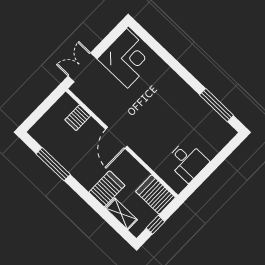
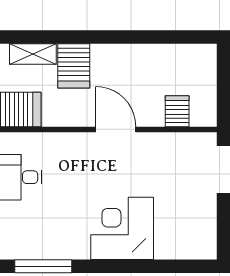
corner desk: (127, 58) -> (122, 228), moved, turned 90
window: (53, 164) -> (156, 37), removed

